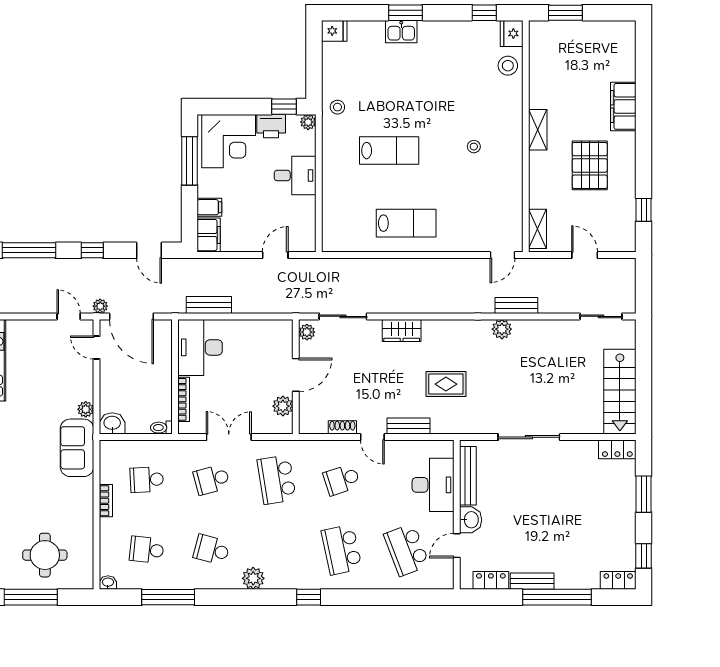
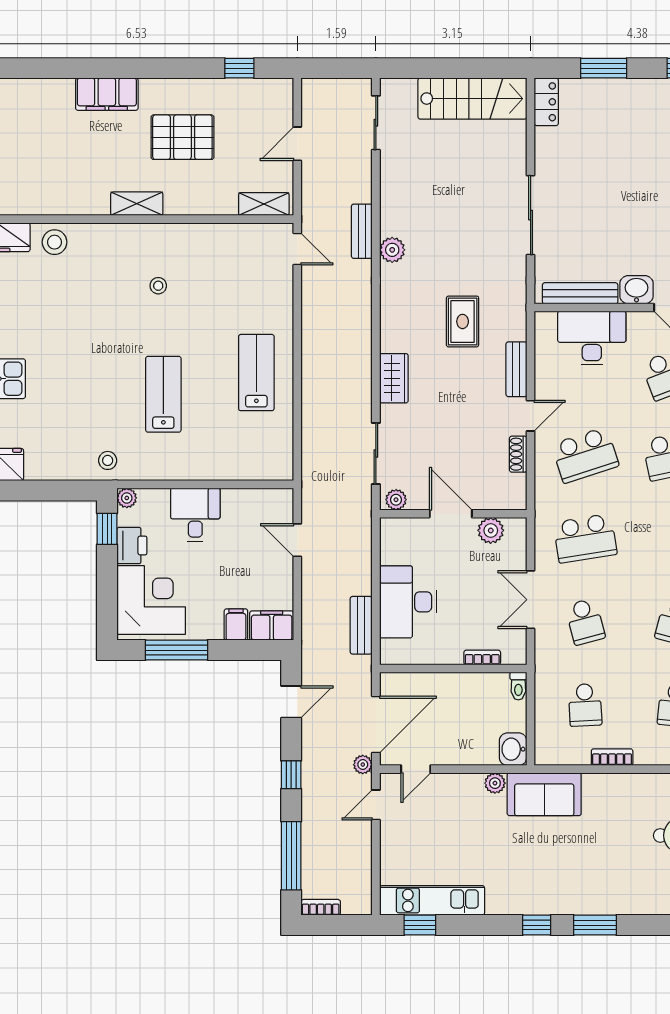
desk: (200, 347) -> (408, 602), moved, turned 90
bookcase: (184, 399) -> (482, 657), width x0.64
school desk: (342, 480) -> (585, 455), width x1.85

